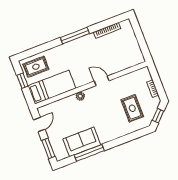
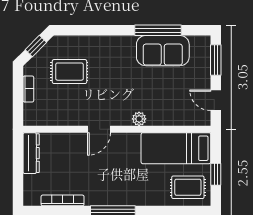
dresser: (136, 51) -> (31, 153), added
door: (102, 81) -> (99, 129), hinge flipped
rug: (132, 108) -> (69, 72), turned 90
door: (39, 125) -> (216, 100), hinge flipped

